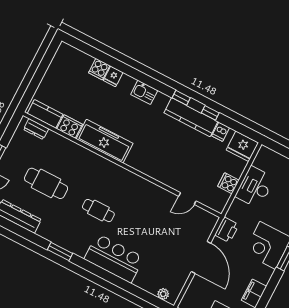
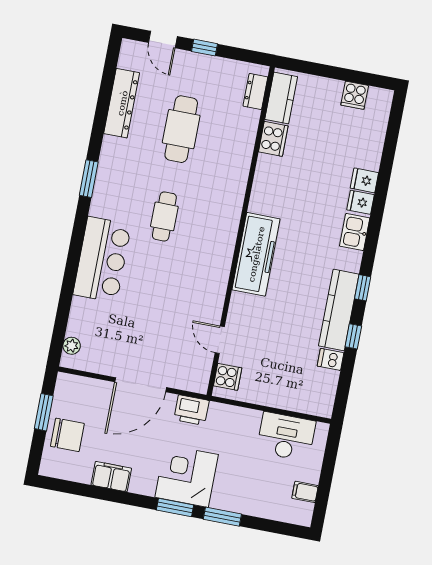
cooker: (99, 69) -> (355, 95), moved, turned -90
freezer: (105, 141) -> (256, 254), moved
fridge: (242, 146) -> (360, 202), moved, width x0.53, depth x0.75
cooker: (228, 183) -> (228, 377), moved, turned 90
desk: (255, 187) -> (286, 437), moved

